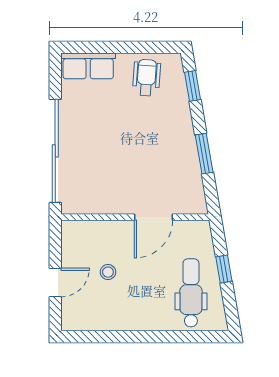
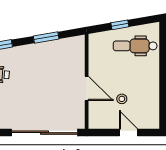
door: (154, 217) -> (87, 88), moved

